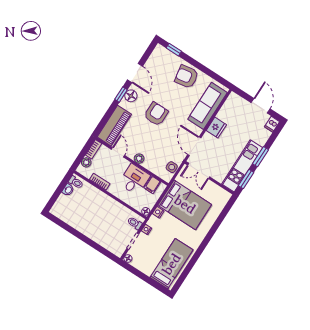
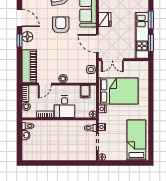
armchair: (156, 114) -> (61, 25), moved
door: (118, 152) -> (45, 84), swing flipped
desk: (134, 179) -> (65, 107), moved, turned 180

